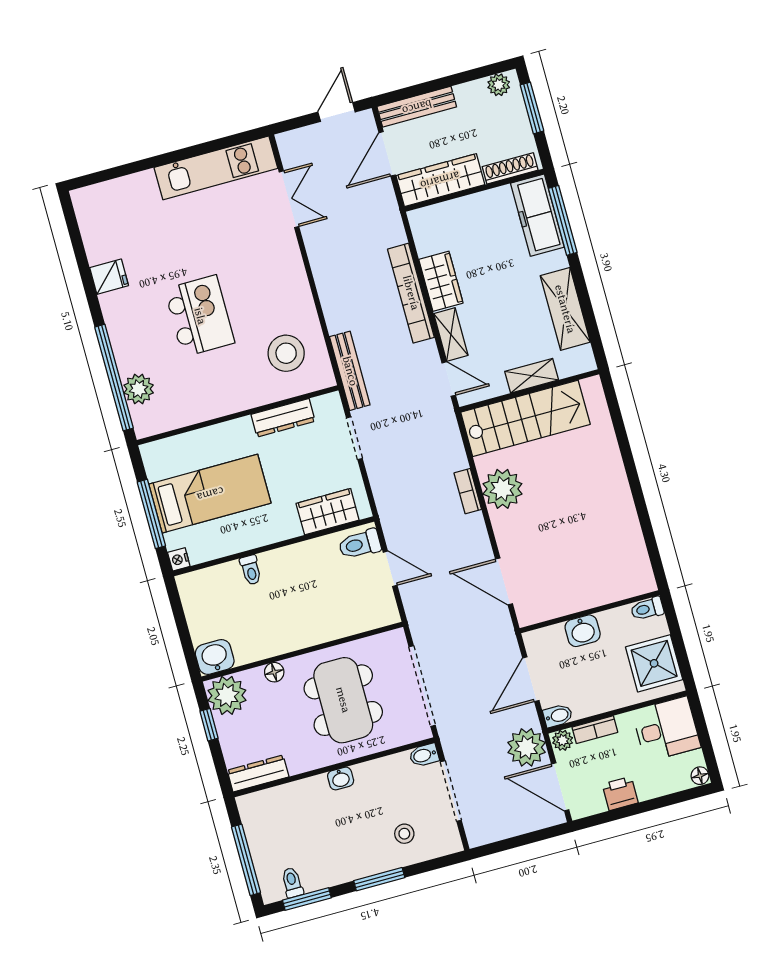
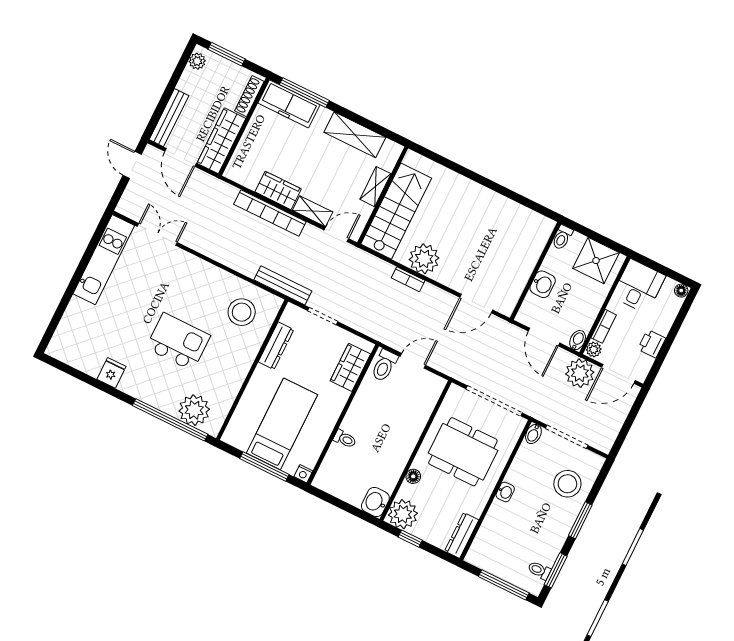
plant: (139, 389) -> (194, 410), width x1.36, depth x1.36
stool: (404, 834) -> (567, 484), width x1.89, depth x1.89

